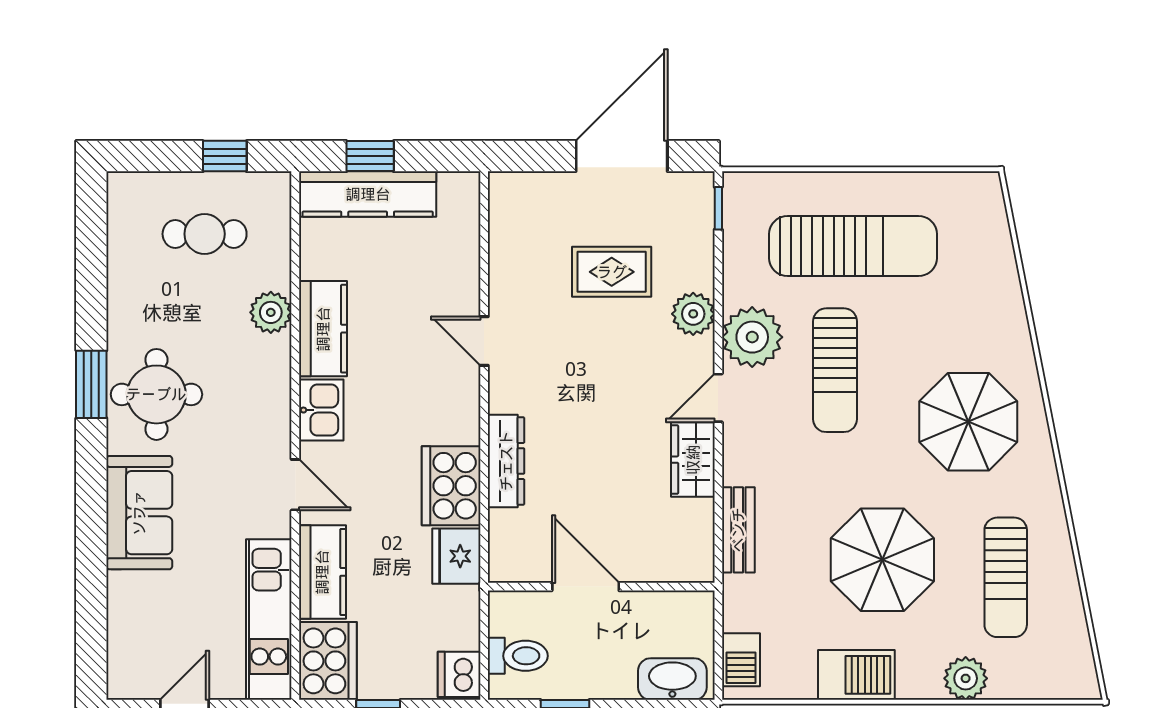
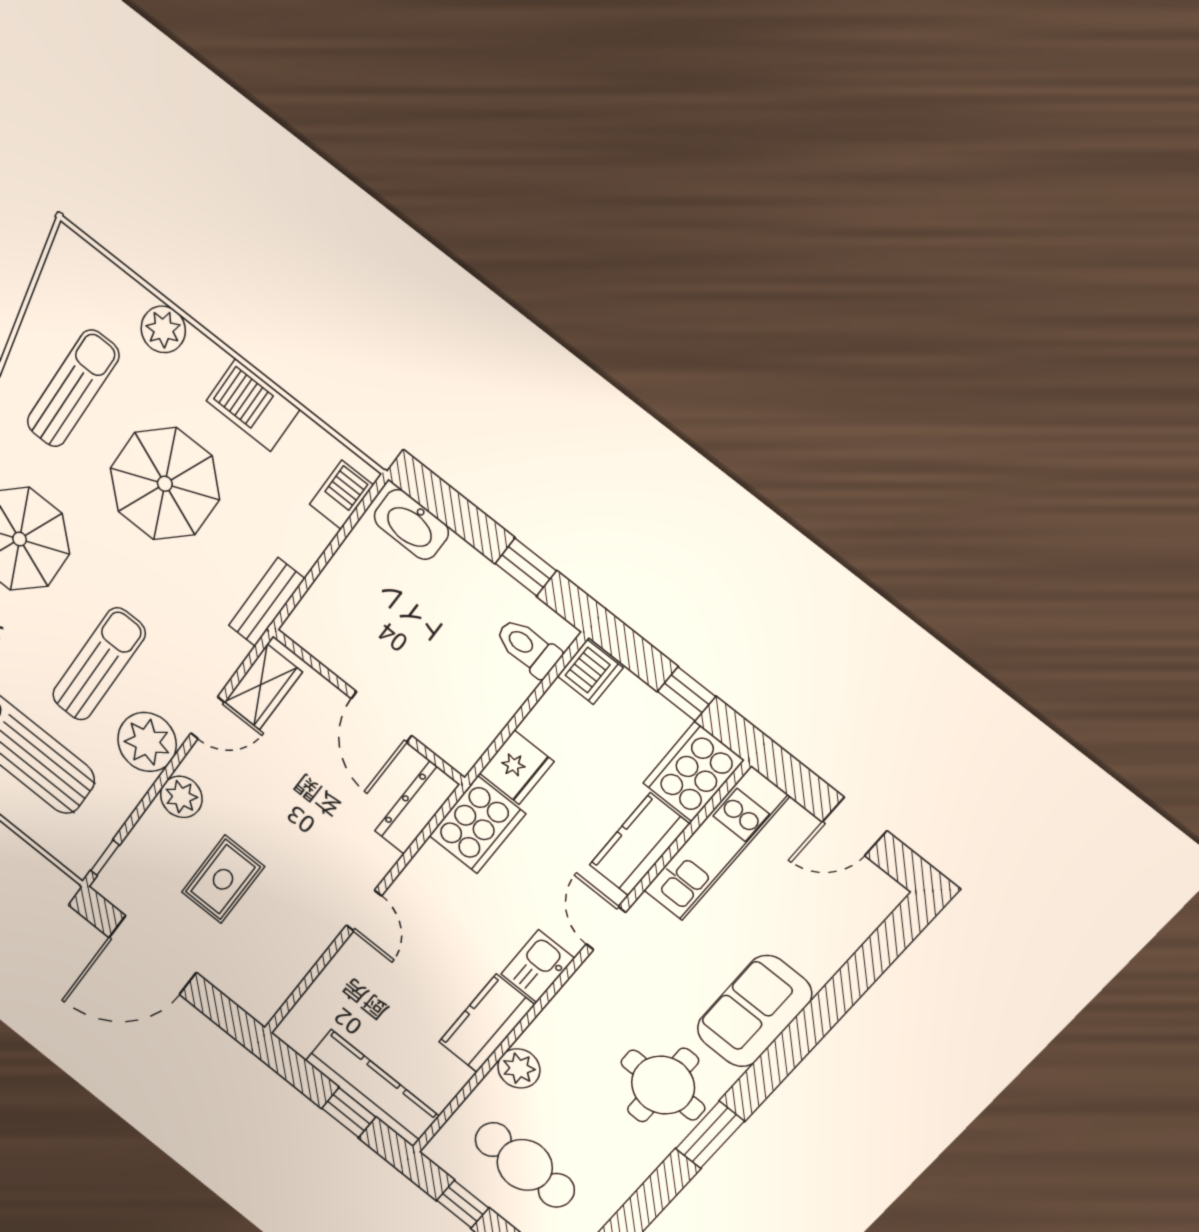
cafe table: (205, 234) -> (525, 1165), width x1.37, depth x1.35
rug: (612, 272) -> (223, 879), turned 90
door: (586, 587) -> (382, 717), moved
wall: (601, 587) -> (369, 707), moved

